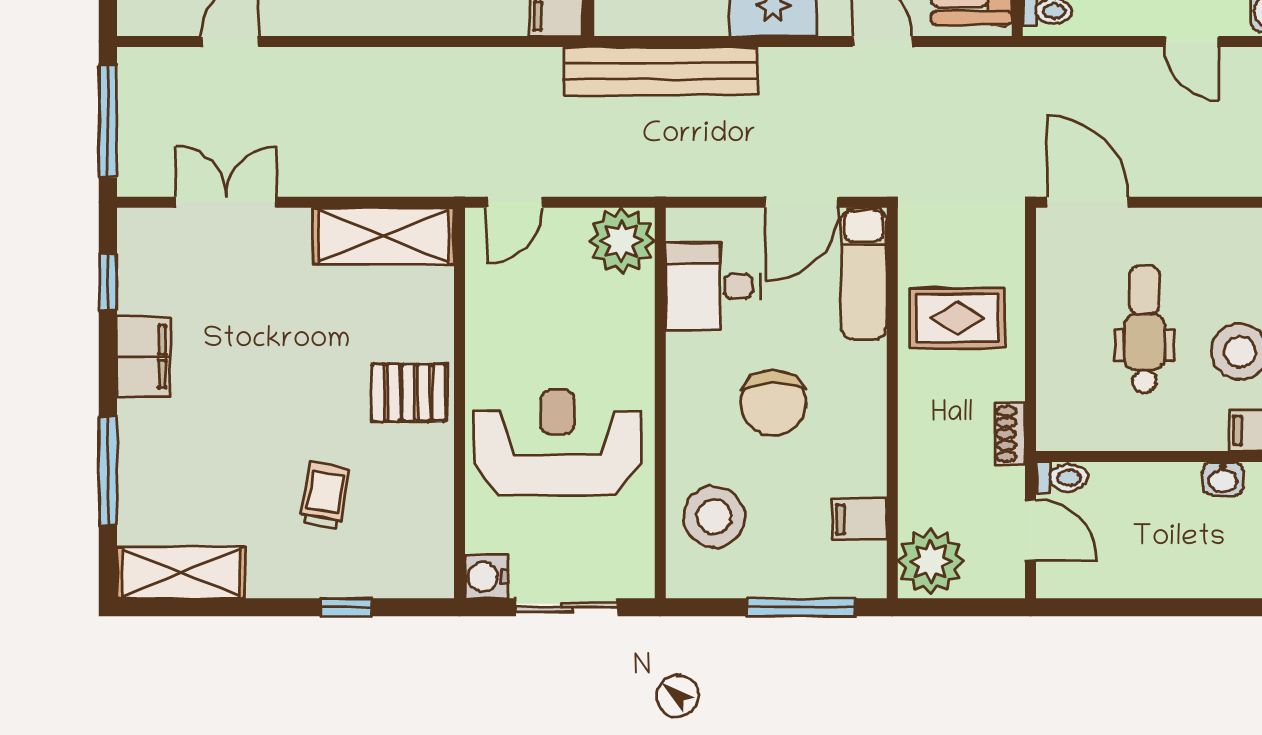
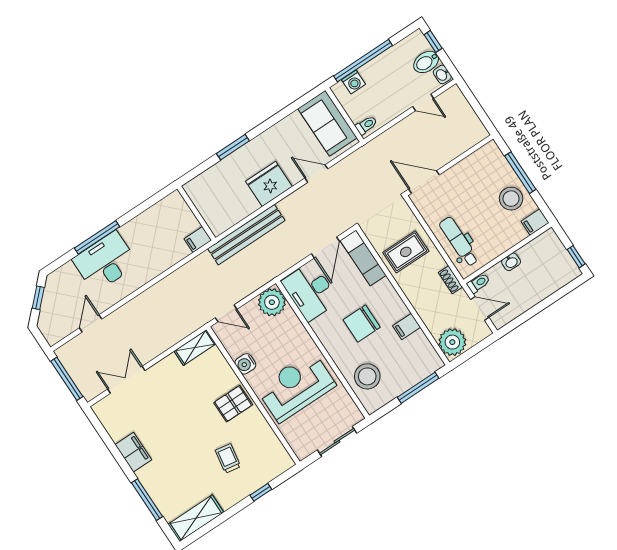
door: (515, 202) -> (226, 313), hinge flipped
shelving: (383, 236) -> (195, 347), width x0.67, depth x0.75
window: (108, 282) -> (104, 435), removed
desk: (713, 286) -> (310, 291), width x1.37
dental chair: (1144, 329) -> (459, 242), moved
chair: (773, 403) -> (362, 323), turned 90
washbasin: (1223, 478) -> (511, 262), moved
filing cabinet: (860, 520) -> (407, 326), moved
water cooler: (486, 577) -> (245, 364), moved

